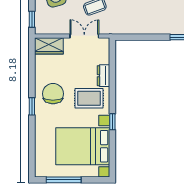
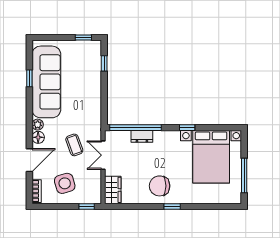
window: (112, 69) -> (135, 128), added
rug: (89, 98) -> (164, 151), removed

